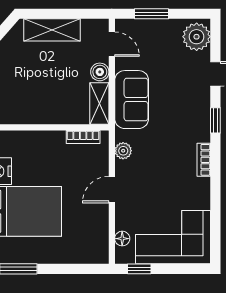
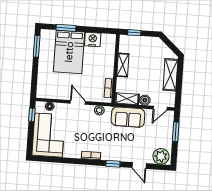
shelving: (41, 115) -> (123, 65), added

